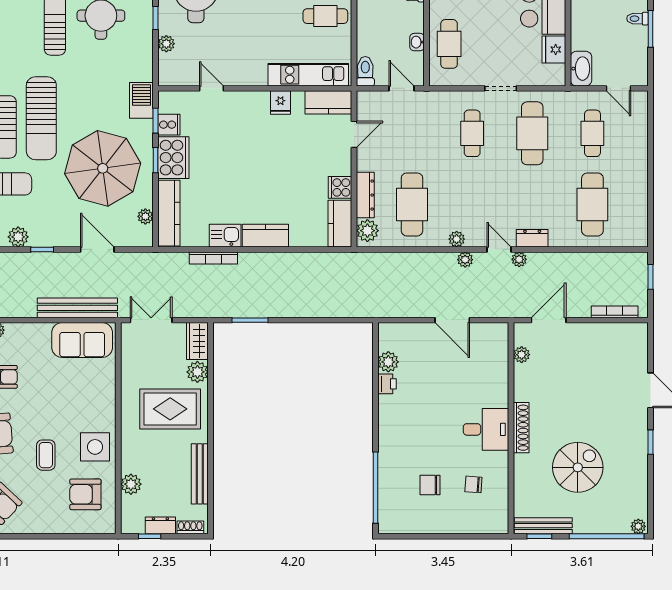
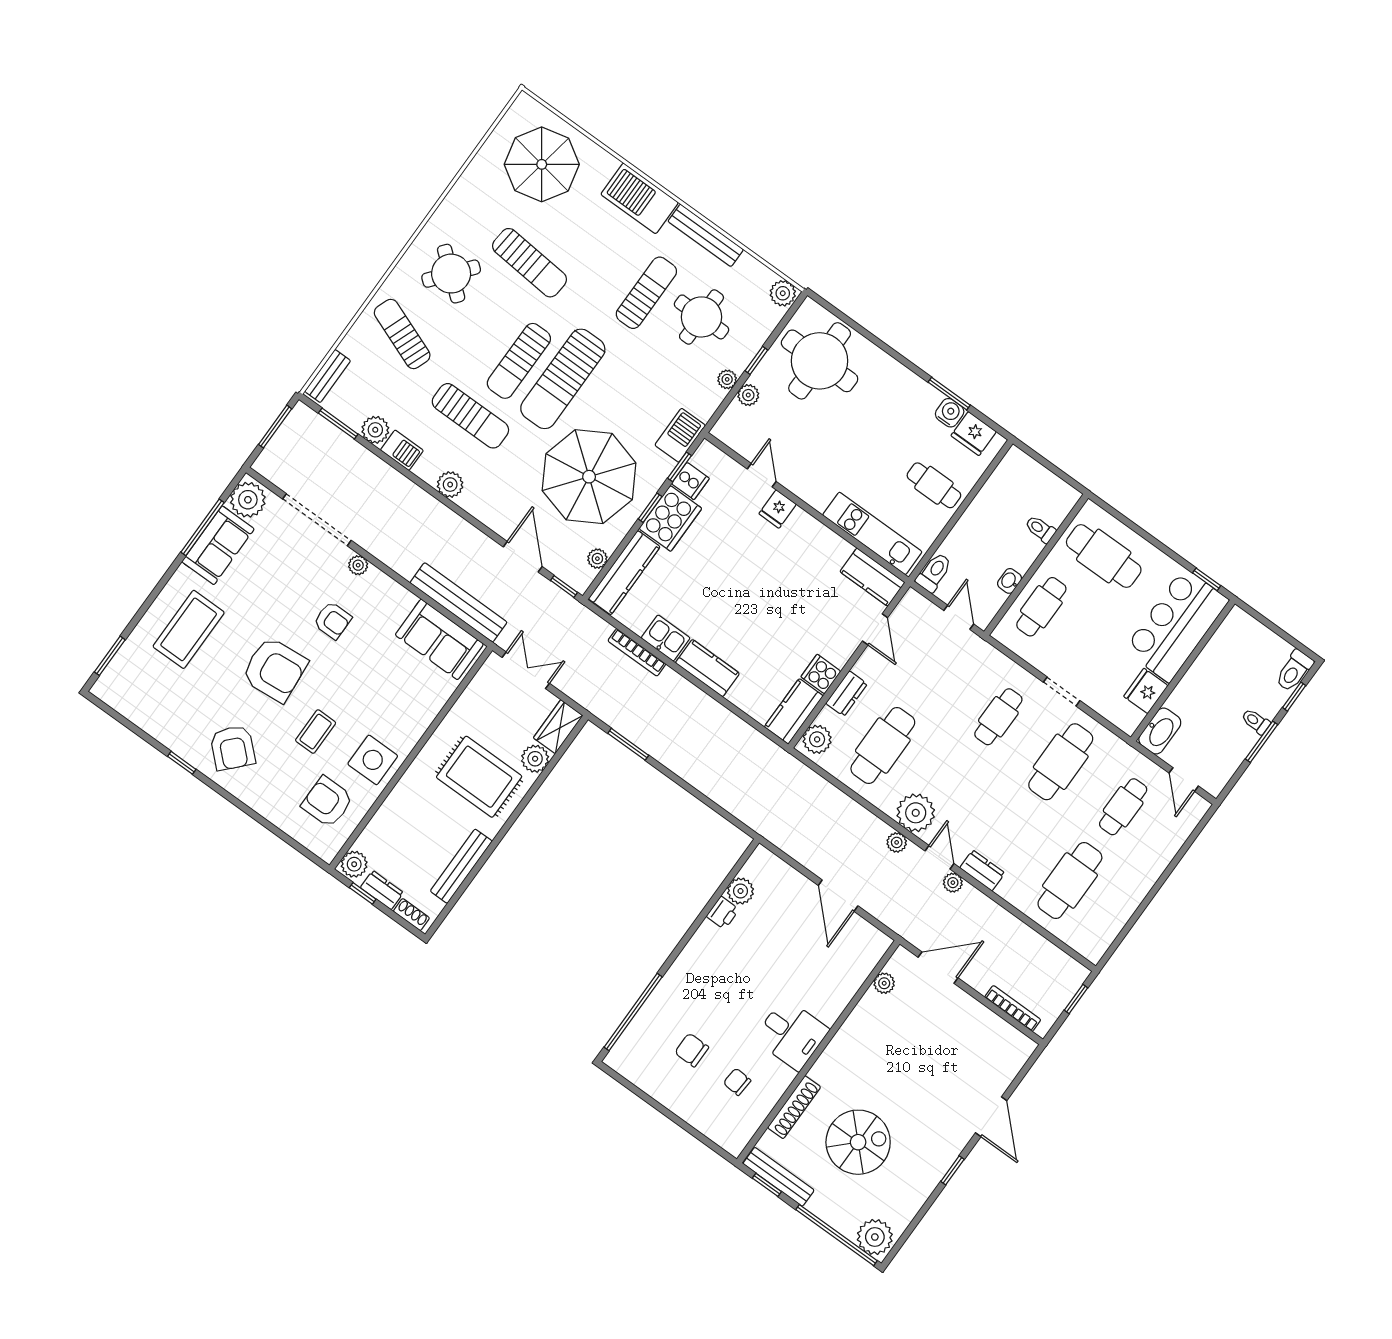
plant: (146, 43) -> (727, 379), added
fridge: (280, 103) -> (778, 509), moved
door: (354, 134) -> (875, 629), hinge flipped
dresser: (365, 195) -> (847, 694), width x0.70
plant: (457, 239) -> (916, 813), width x1.88, depth x1.88
window: (42, 249) -> (564, 586), moved
shoe rack: (521, 428) -> (794, 1107), moved
plant: (131, 484) -> (354, 864), moved
plant: (638, 526) -> (875, 1237), width x1.87, depth x1.87

